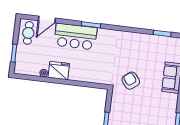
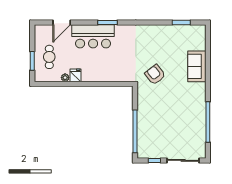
cafe table: (28, 33) -> (49, 57), moved
fridge: (59, 71) -> (75, 75), width x0.53, depth x0.75

